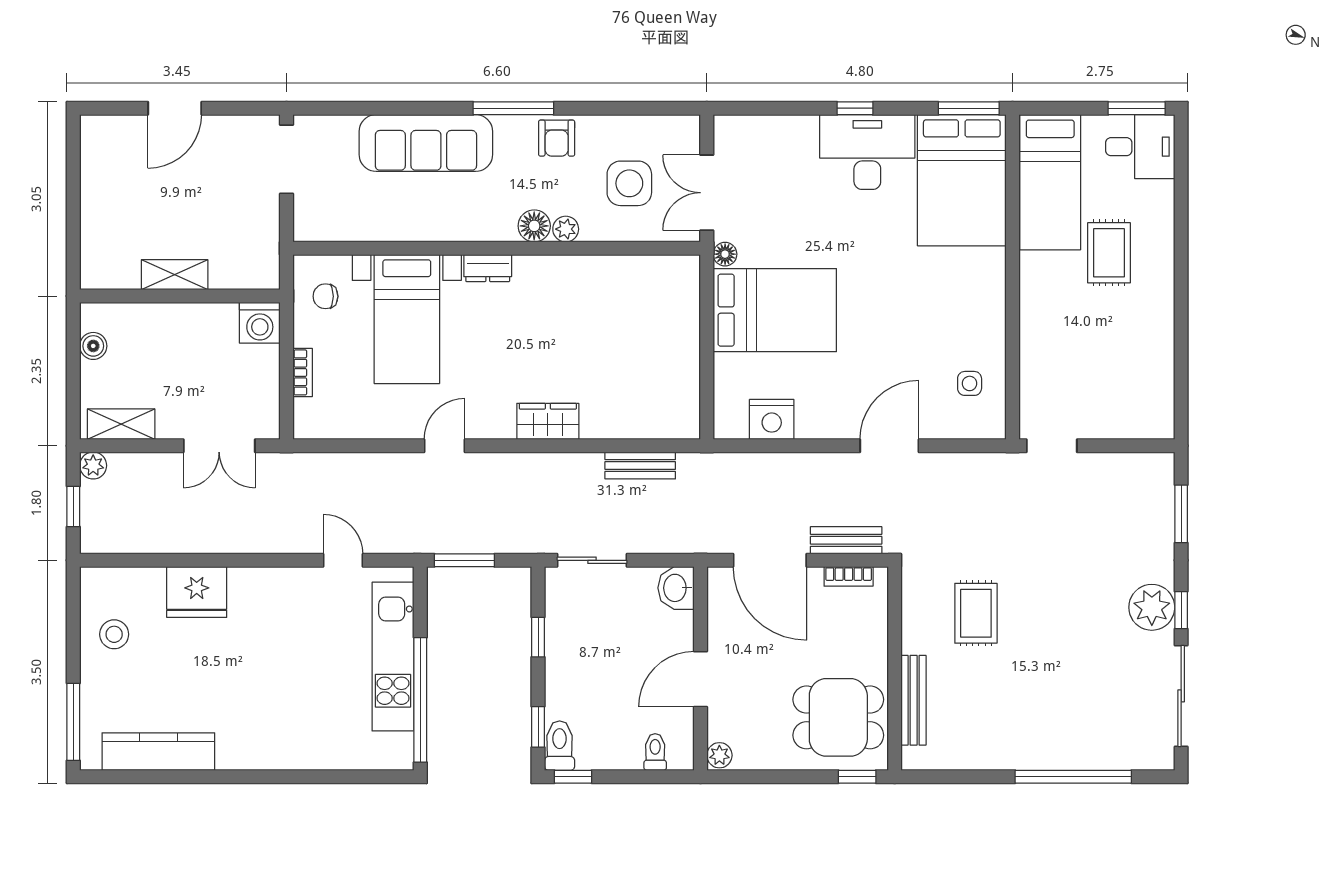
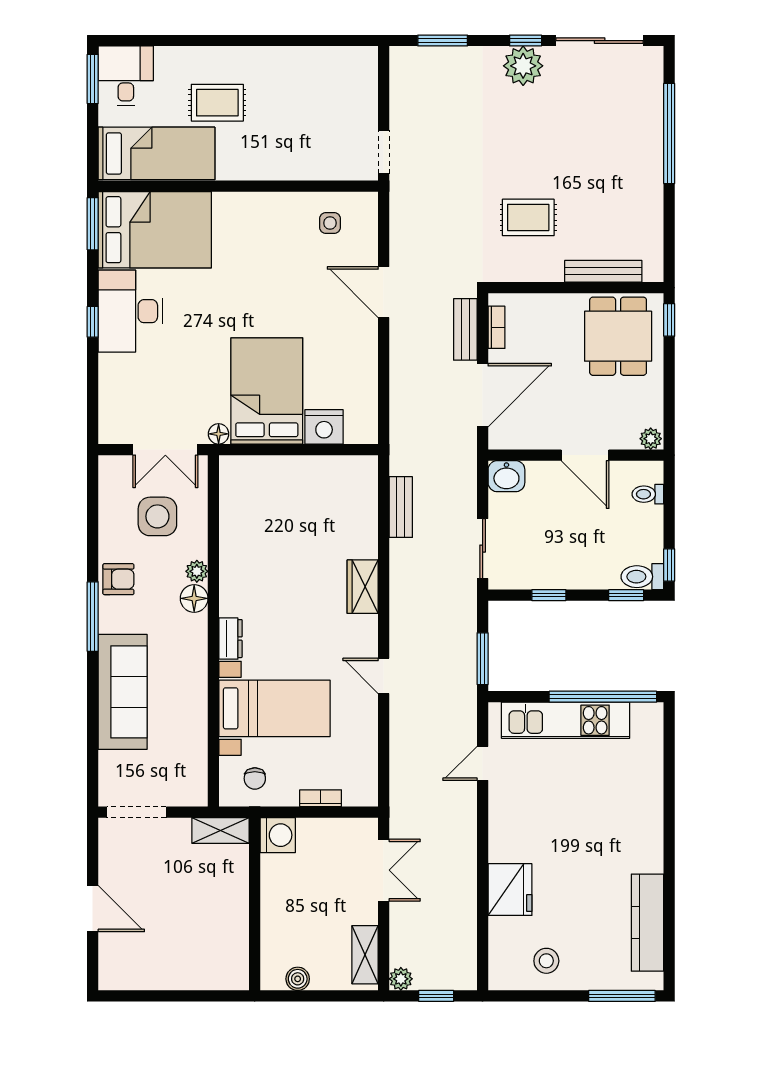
shelving: (175, 275) -> (220, 830), moved, turned 90
nightstand: (772, 419) -> (324, 427), moved, turned 90

